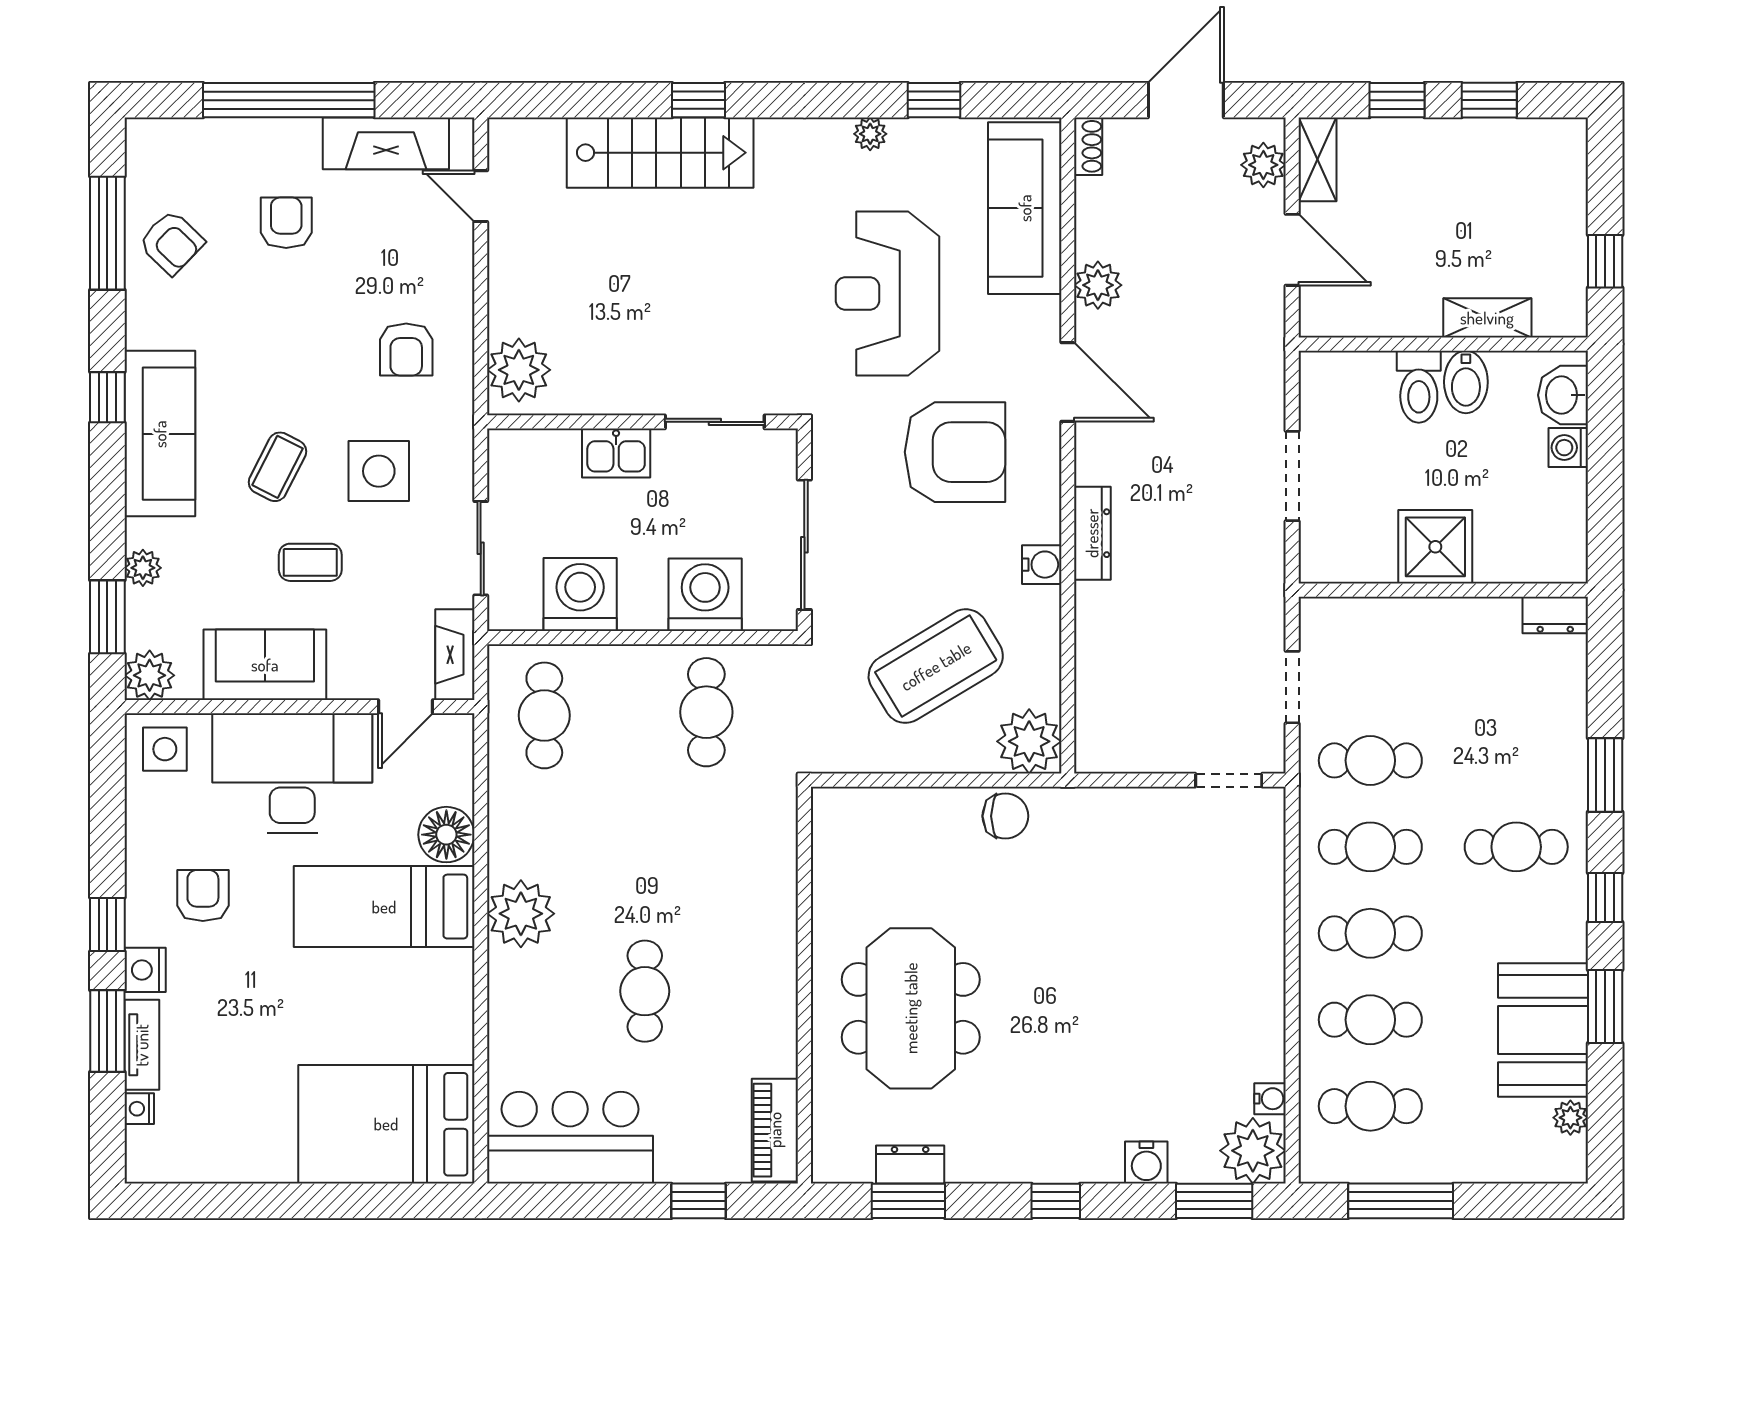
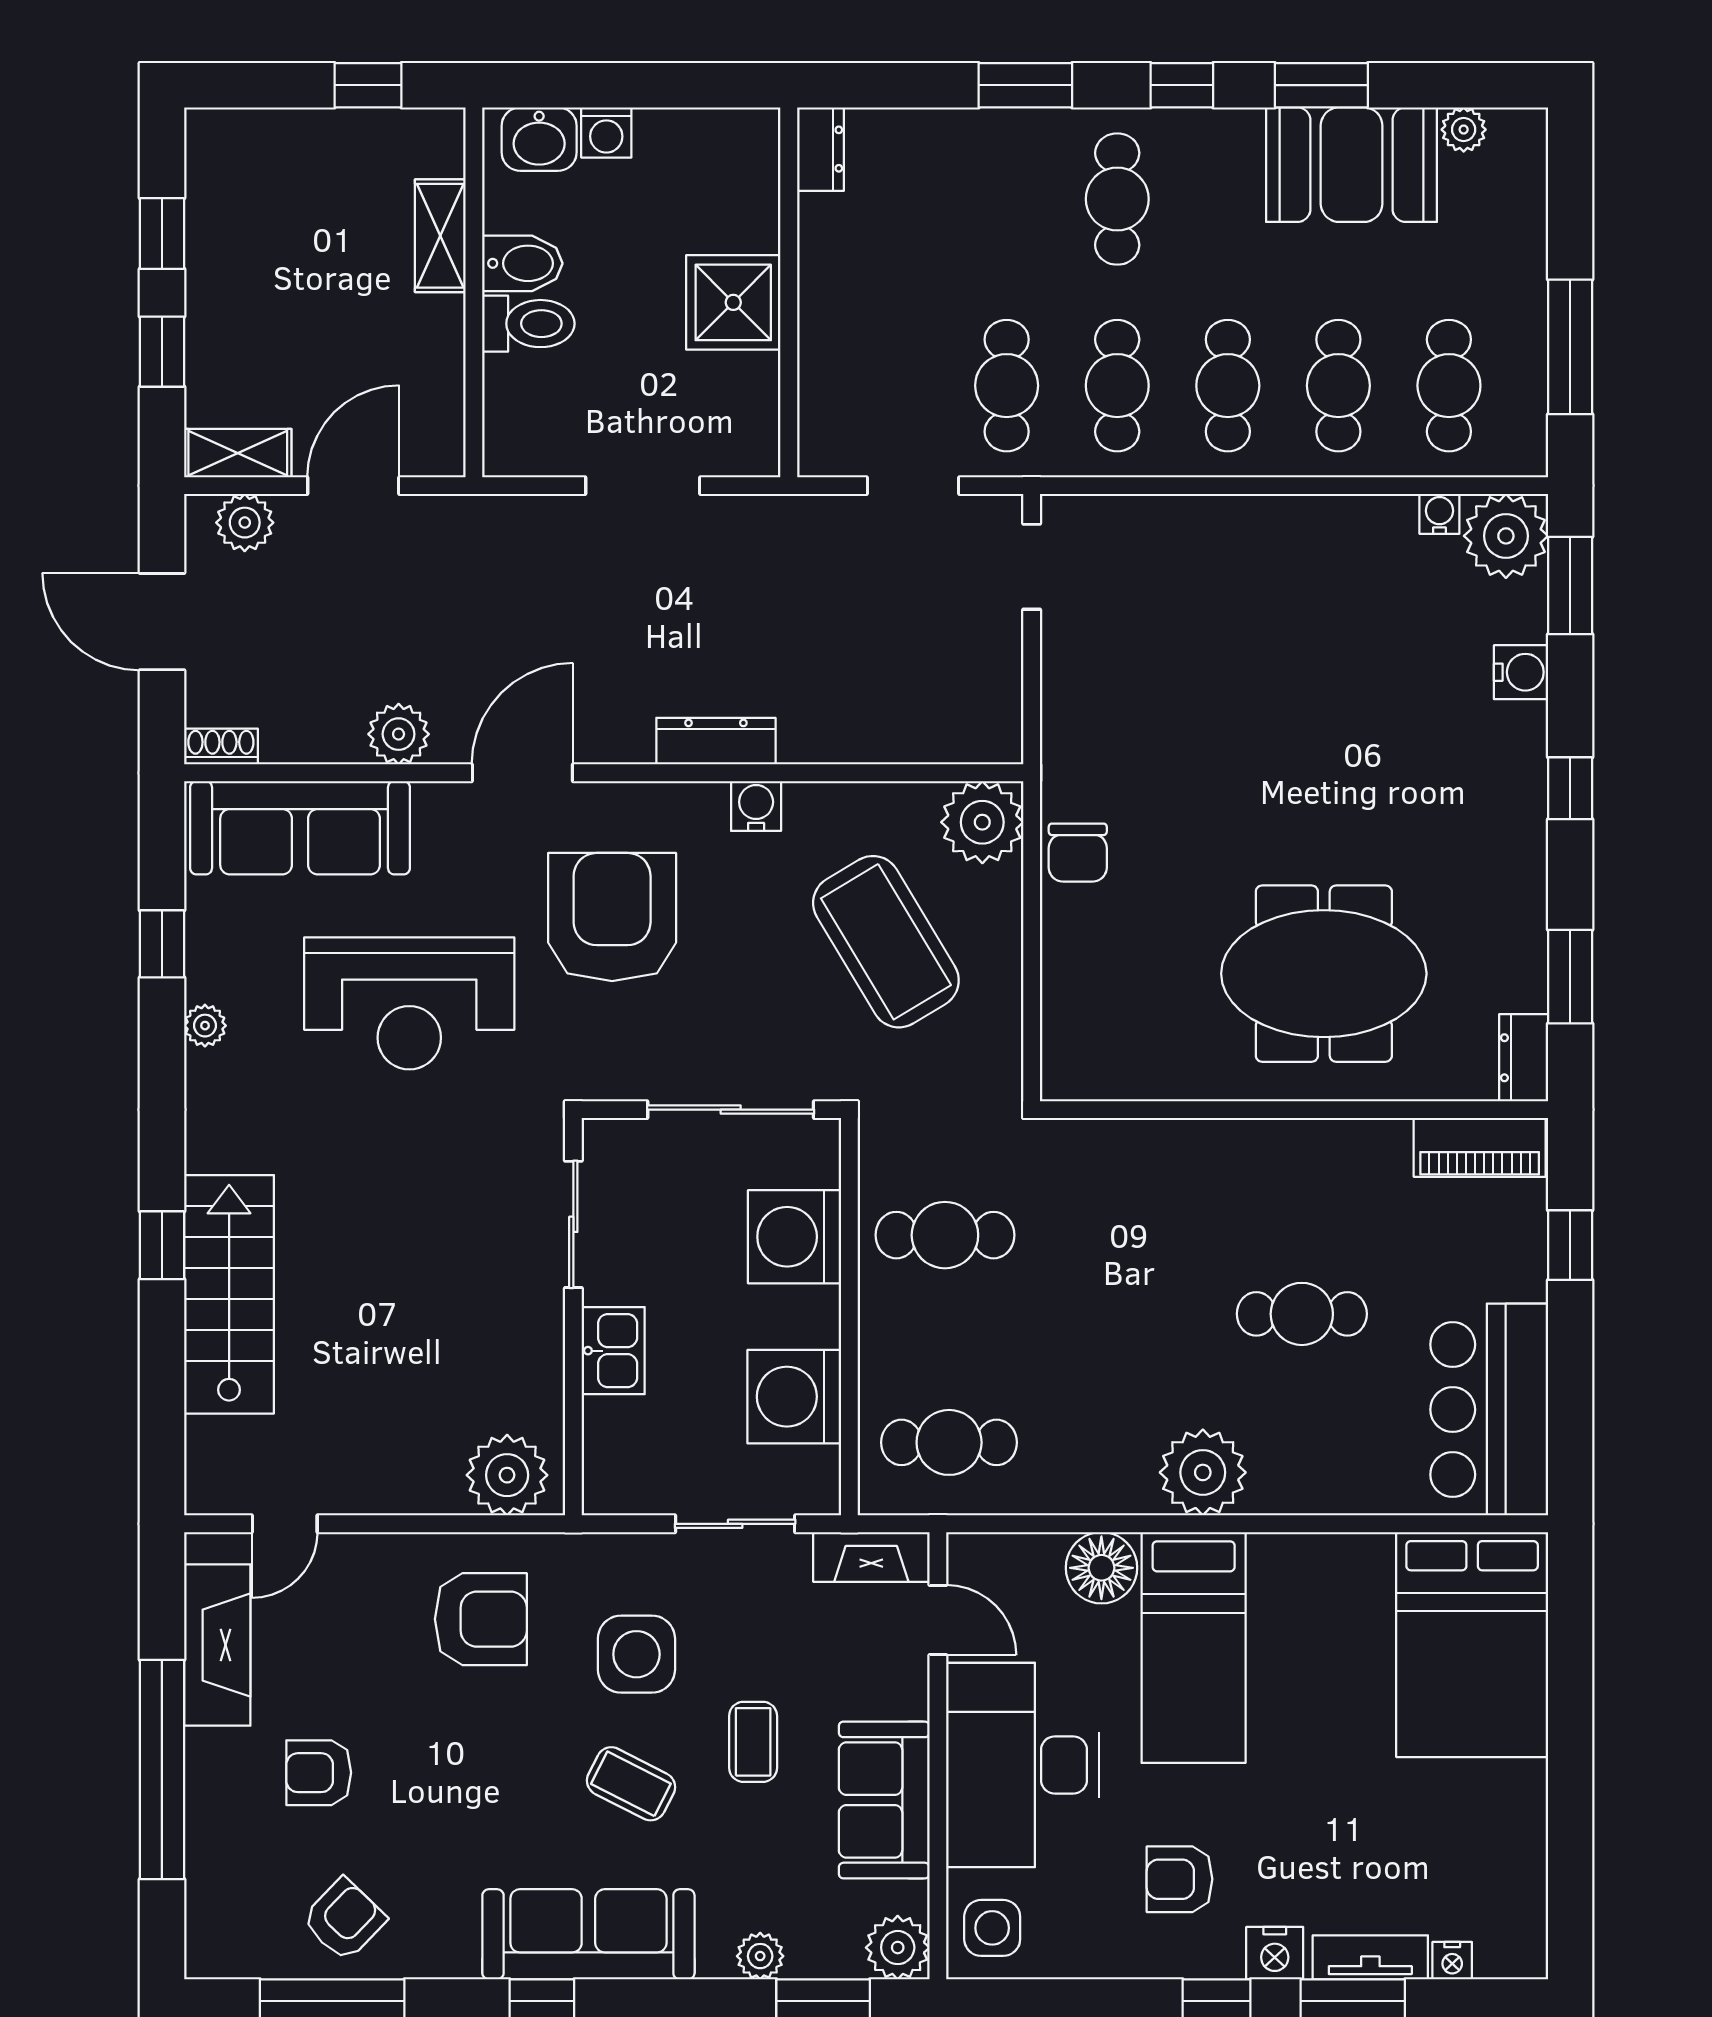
armchair: (406, 349) -> (481, 1619), width x1.38, depth x1.38
chair: (1005, 816) -> (1078, 853), turned 180
dresser: (910, 1164) -> (1524, 1058), moved

